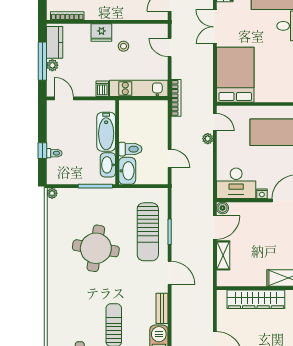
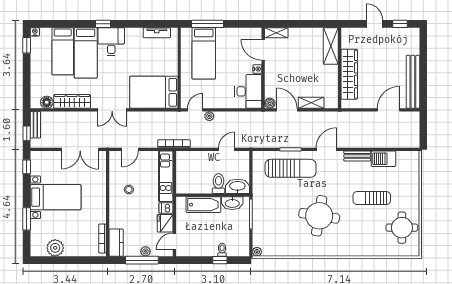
fridge: (101, 32) -> (165, 223), moved, turned 180
kitchen counter: (55, 42) -> (116, 243), moved, turned 90
round table: (96, 248) -> (319, 216), moved

